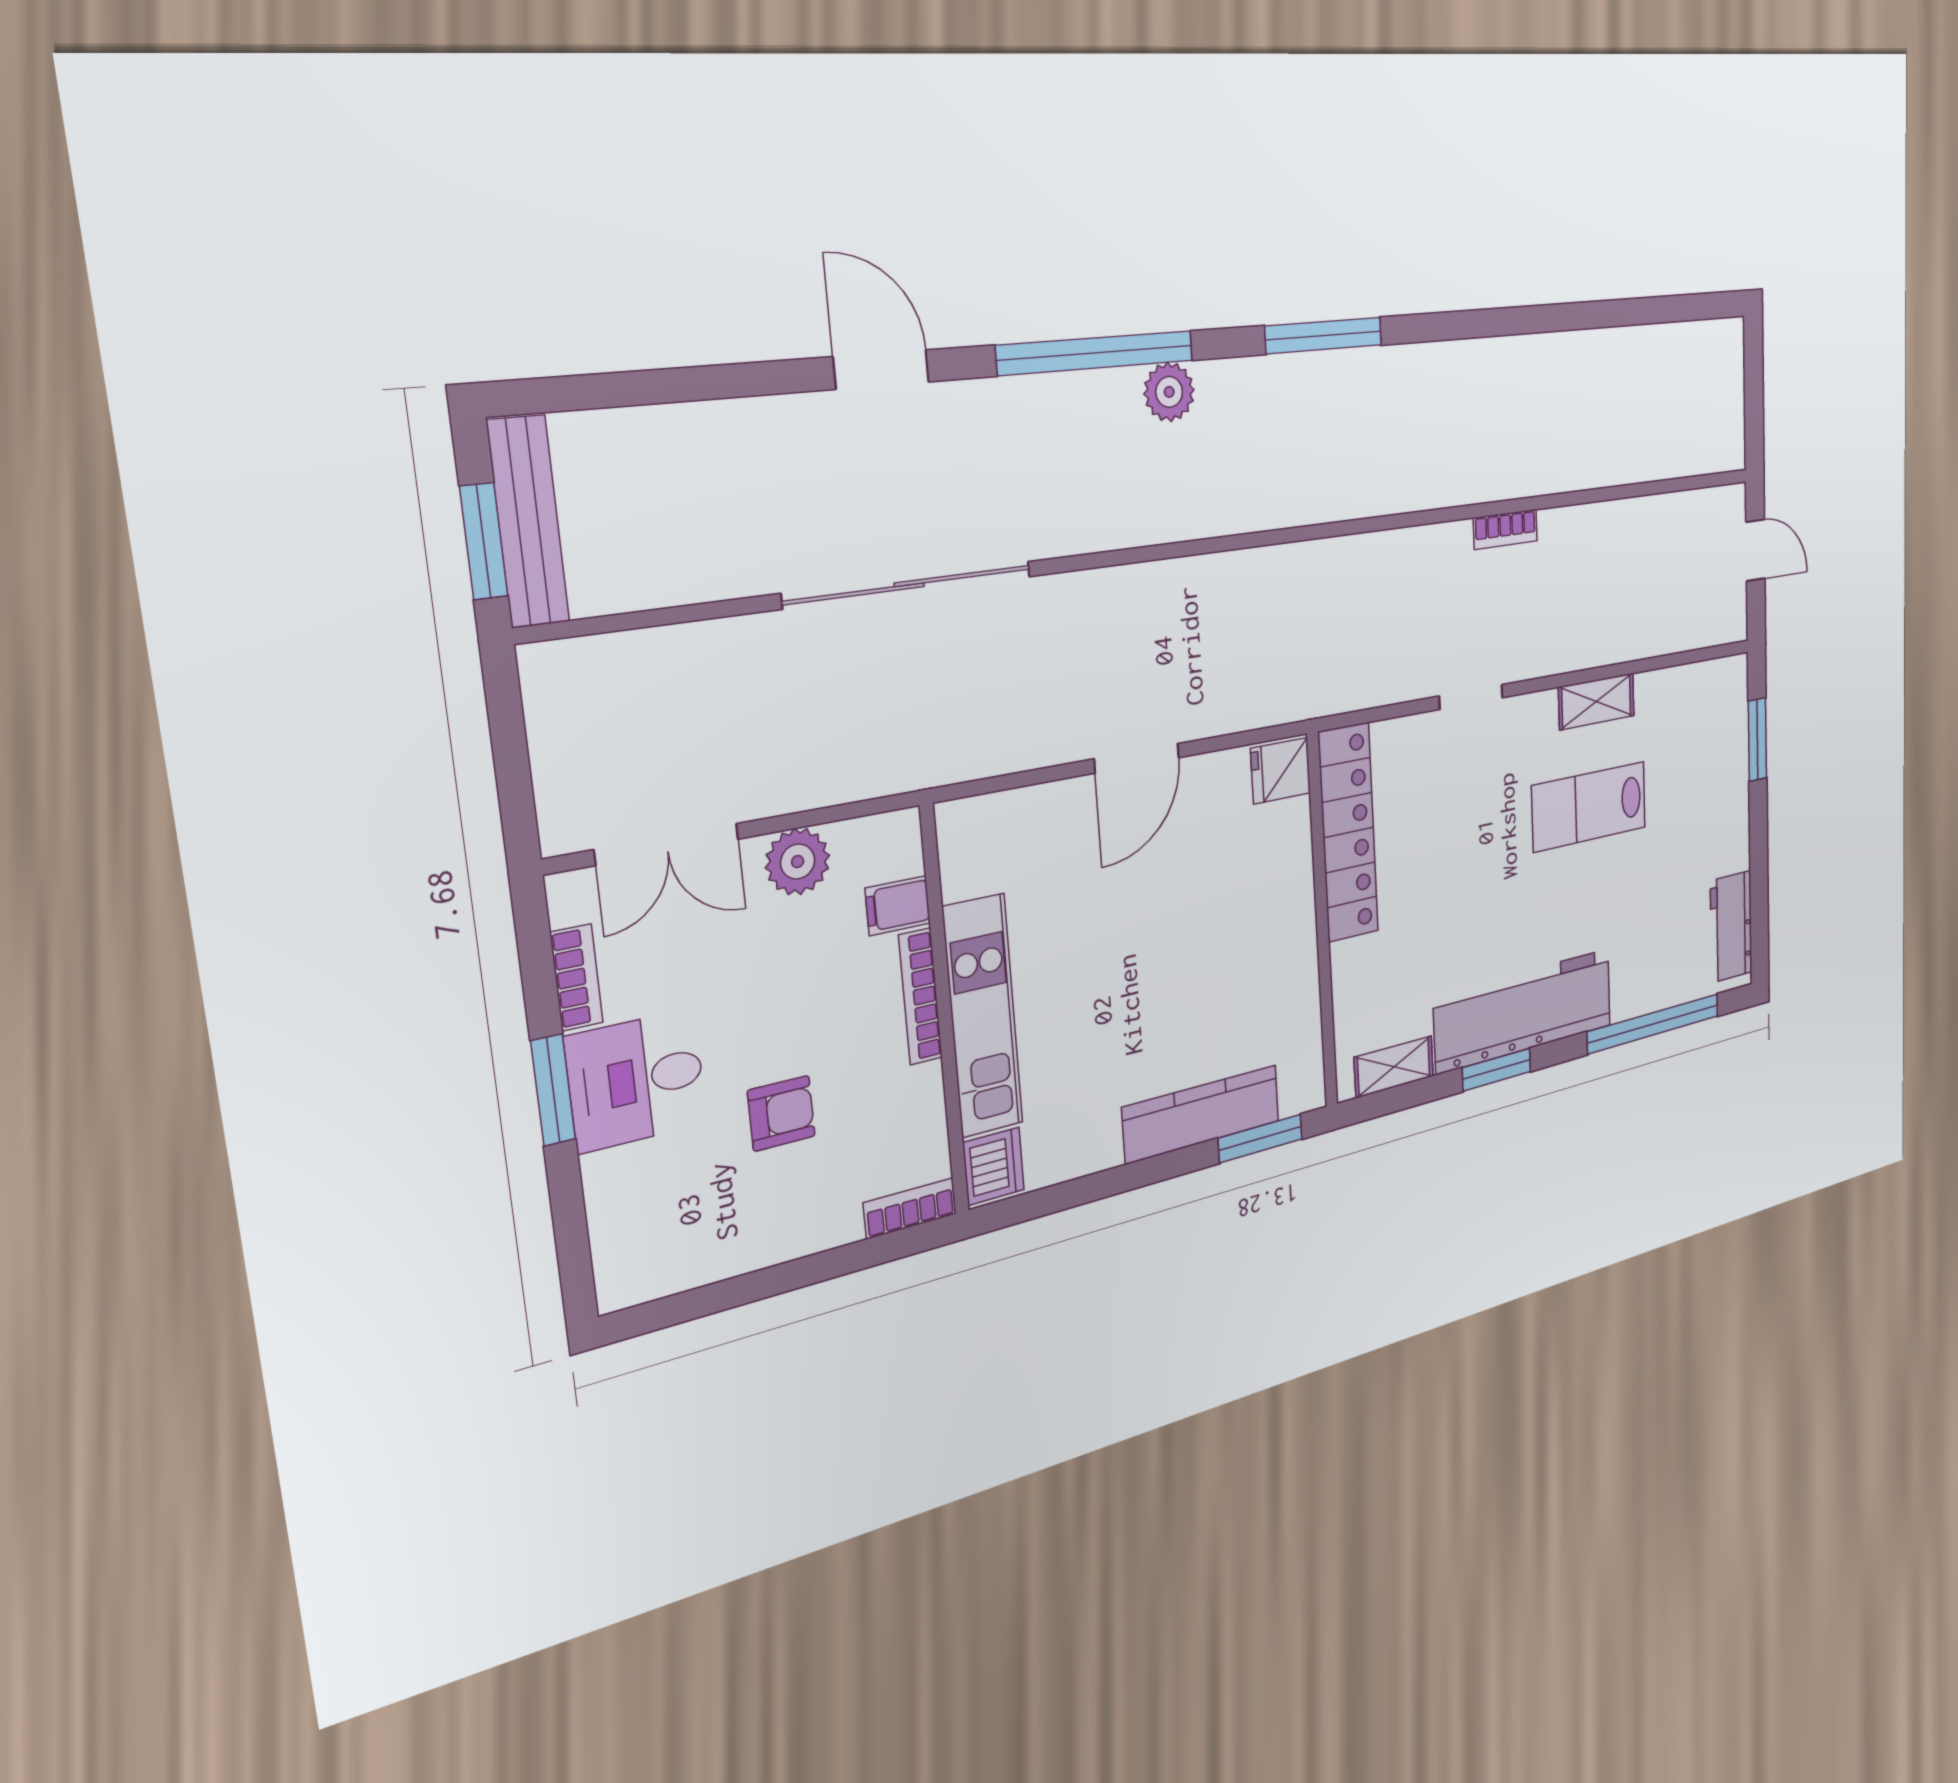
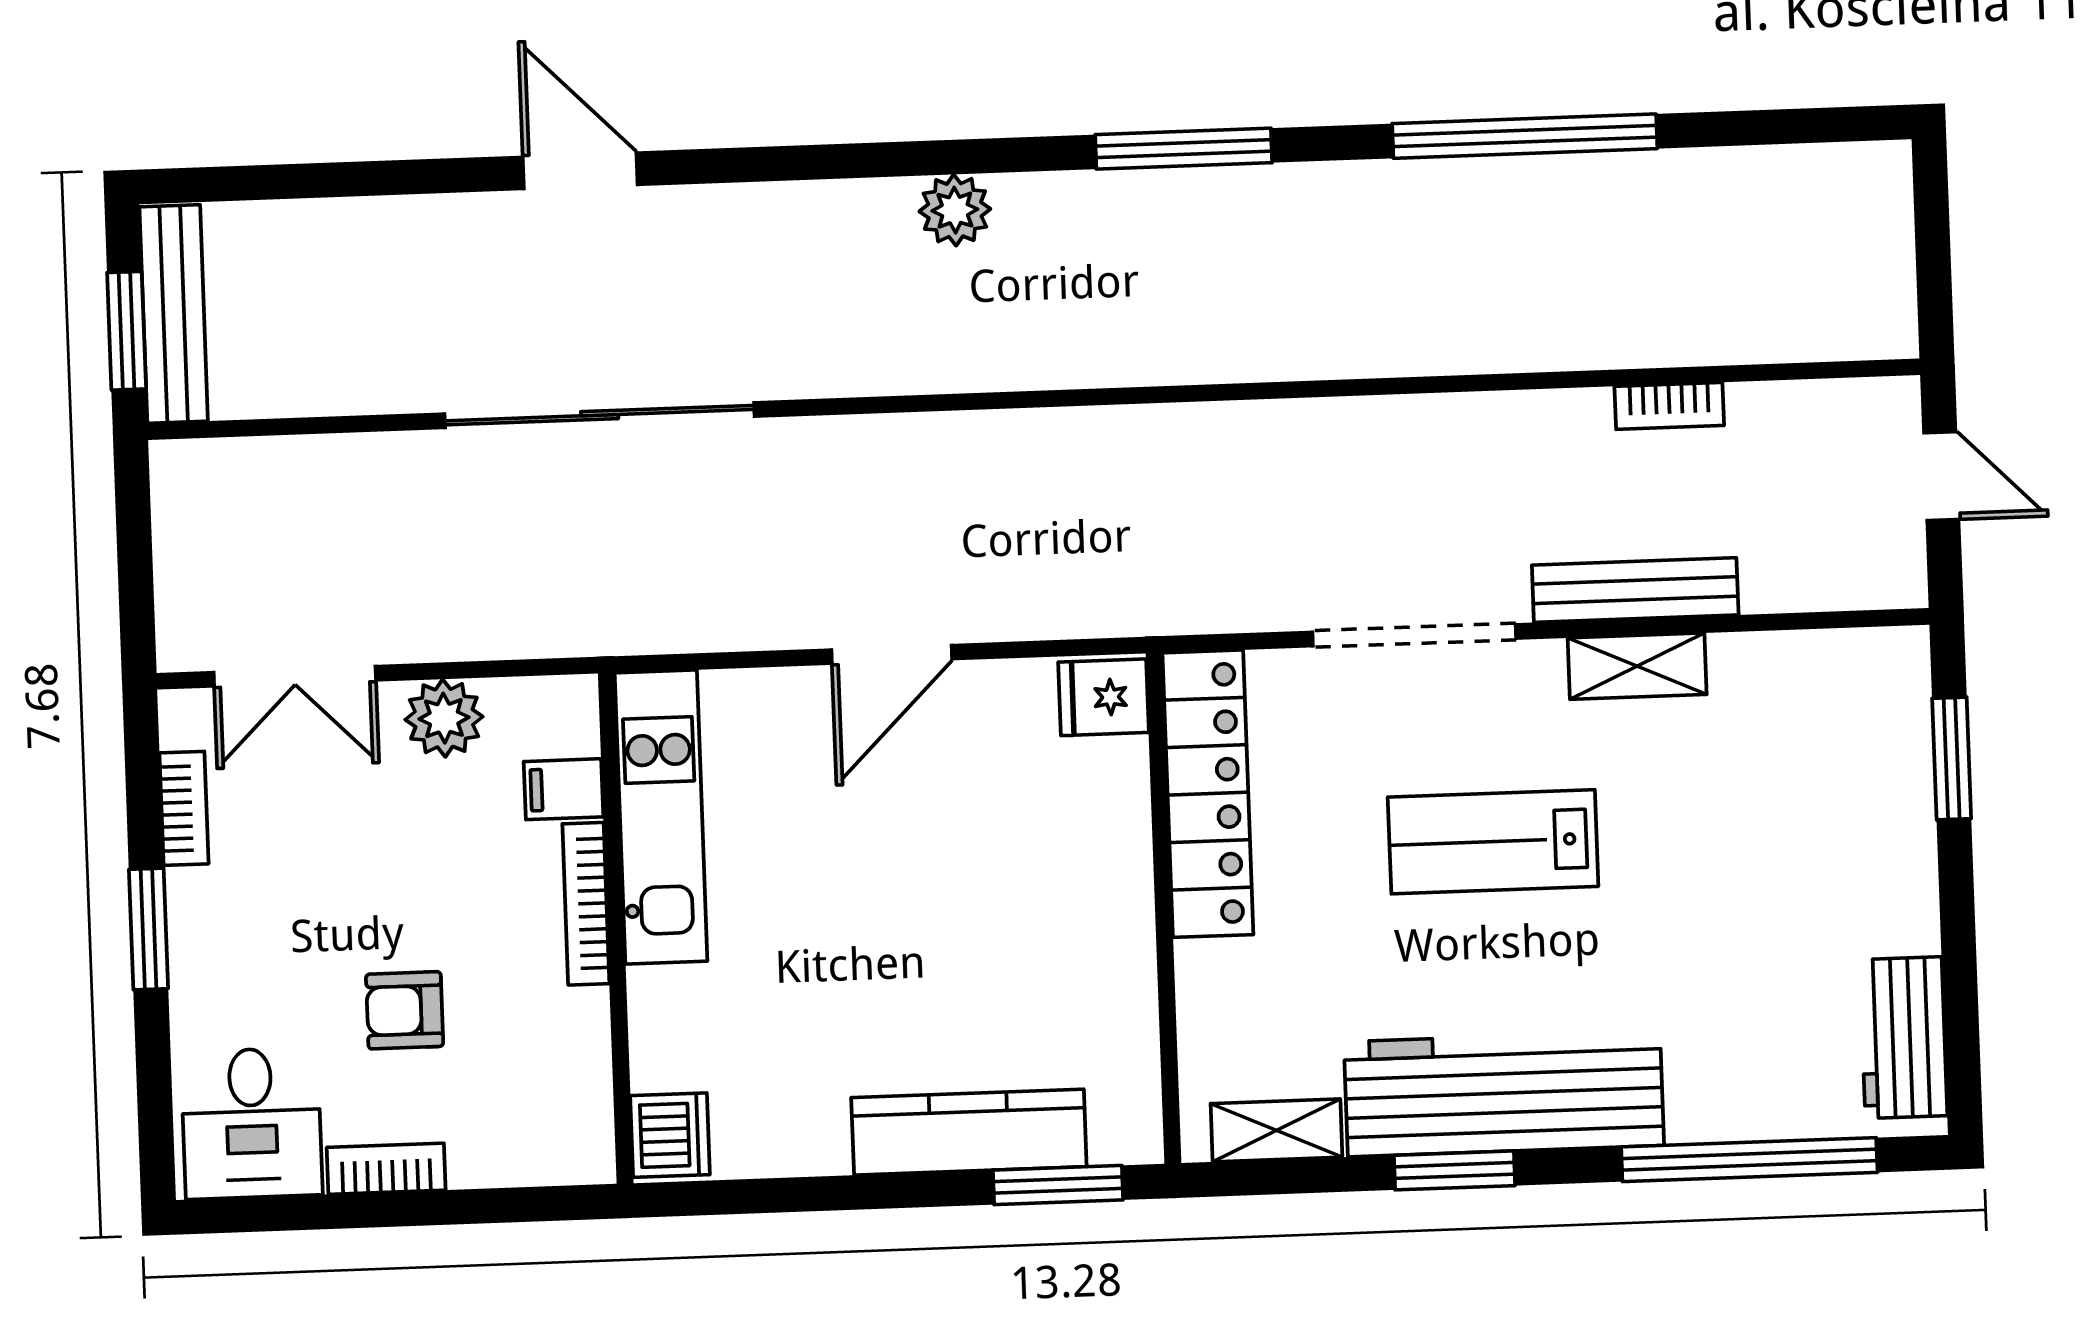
window: (1096, 353) -> (1525, 136), moved
bookcase: (1505, 529) -> (1669, 406), moved
bench: (1596, 648) -> (1635, 590), added
doorway: (1471, 697) -> (1414, 635), width x1.87
lab bench: (1589, 807) -> (1493, 842), moved
kitchen unit: (983, 1016) -> (661, 817), moved
desk: (636, 1080) -> (252, 1123), moved, turned -90
armchair: (781, 1113) -> (405, 1010), turned 180
bookcase: (910, 1208) -> (386, 1169), moved

